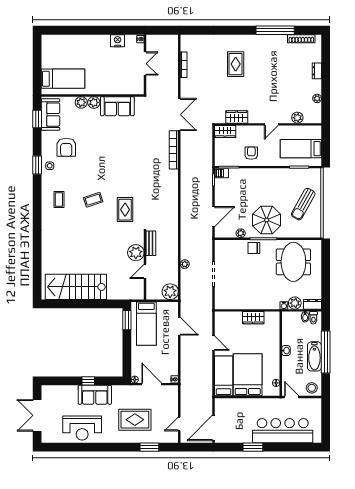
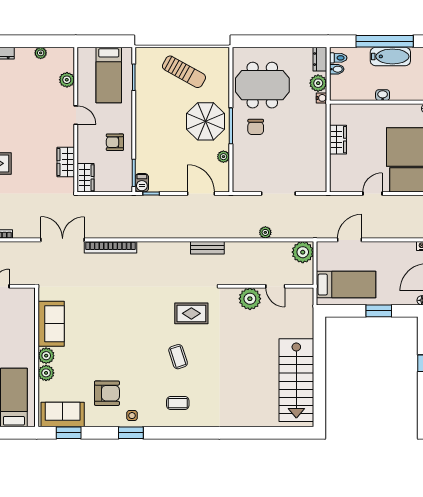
bench: (151, 243) -> (207, 248), moved
chair: (254, 248) -> (256, 127), moved
window: (127, 320) -> (379, 311), moved

